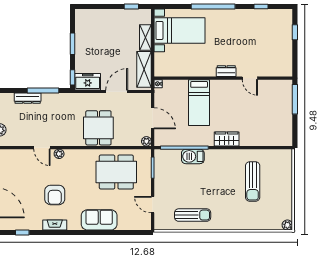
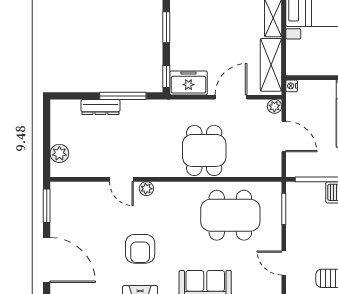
plant: (146, 141) -> (274, 106), moved

